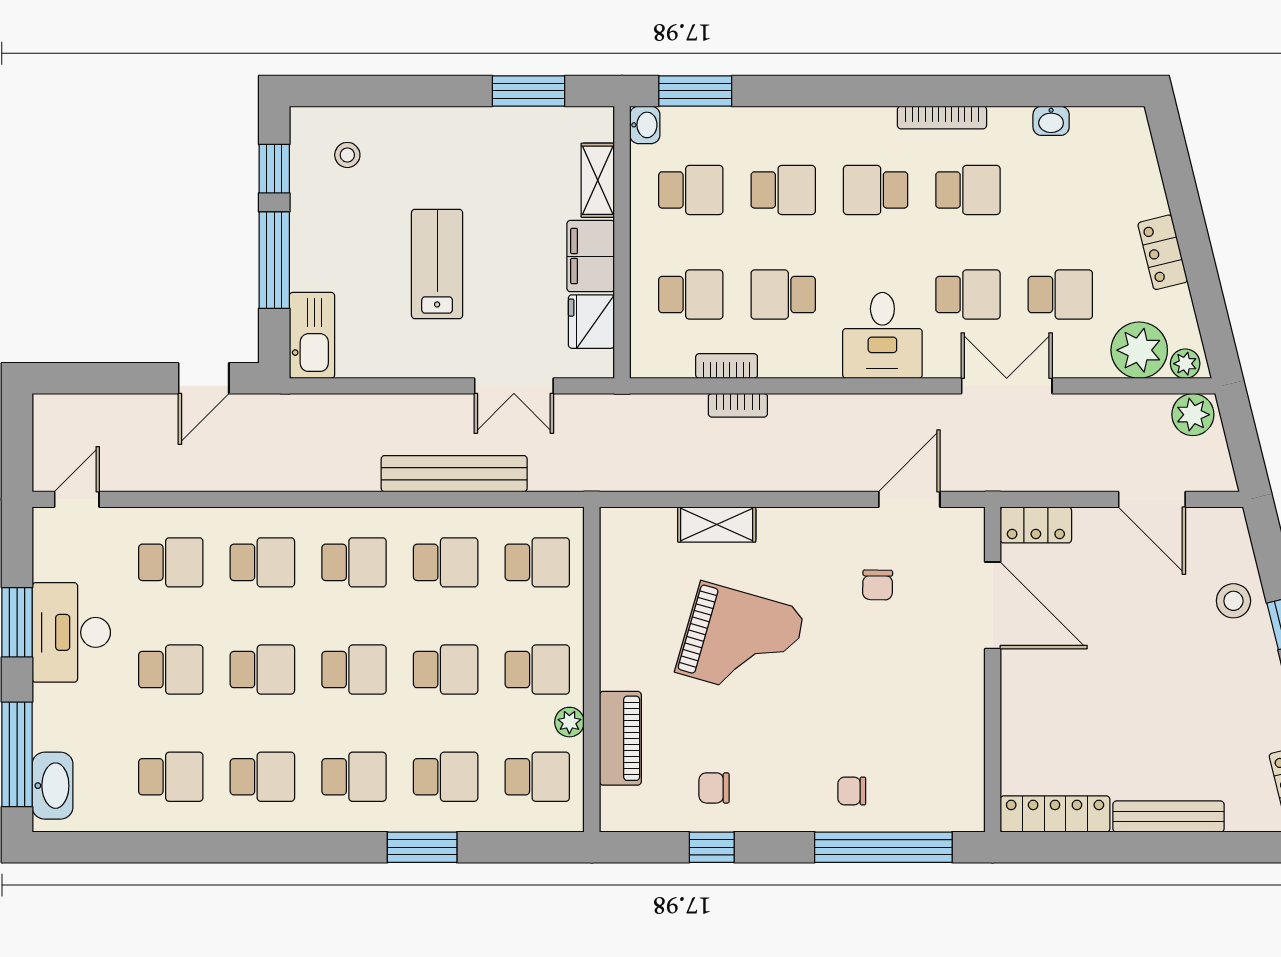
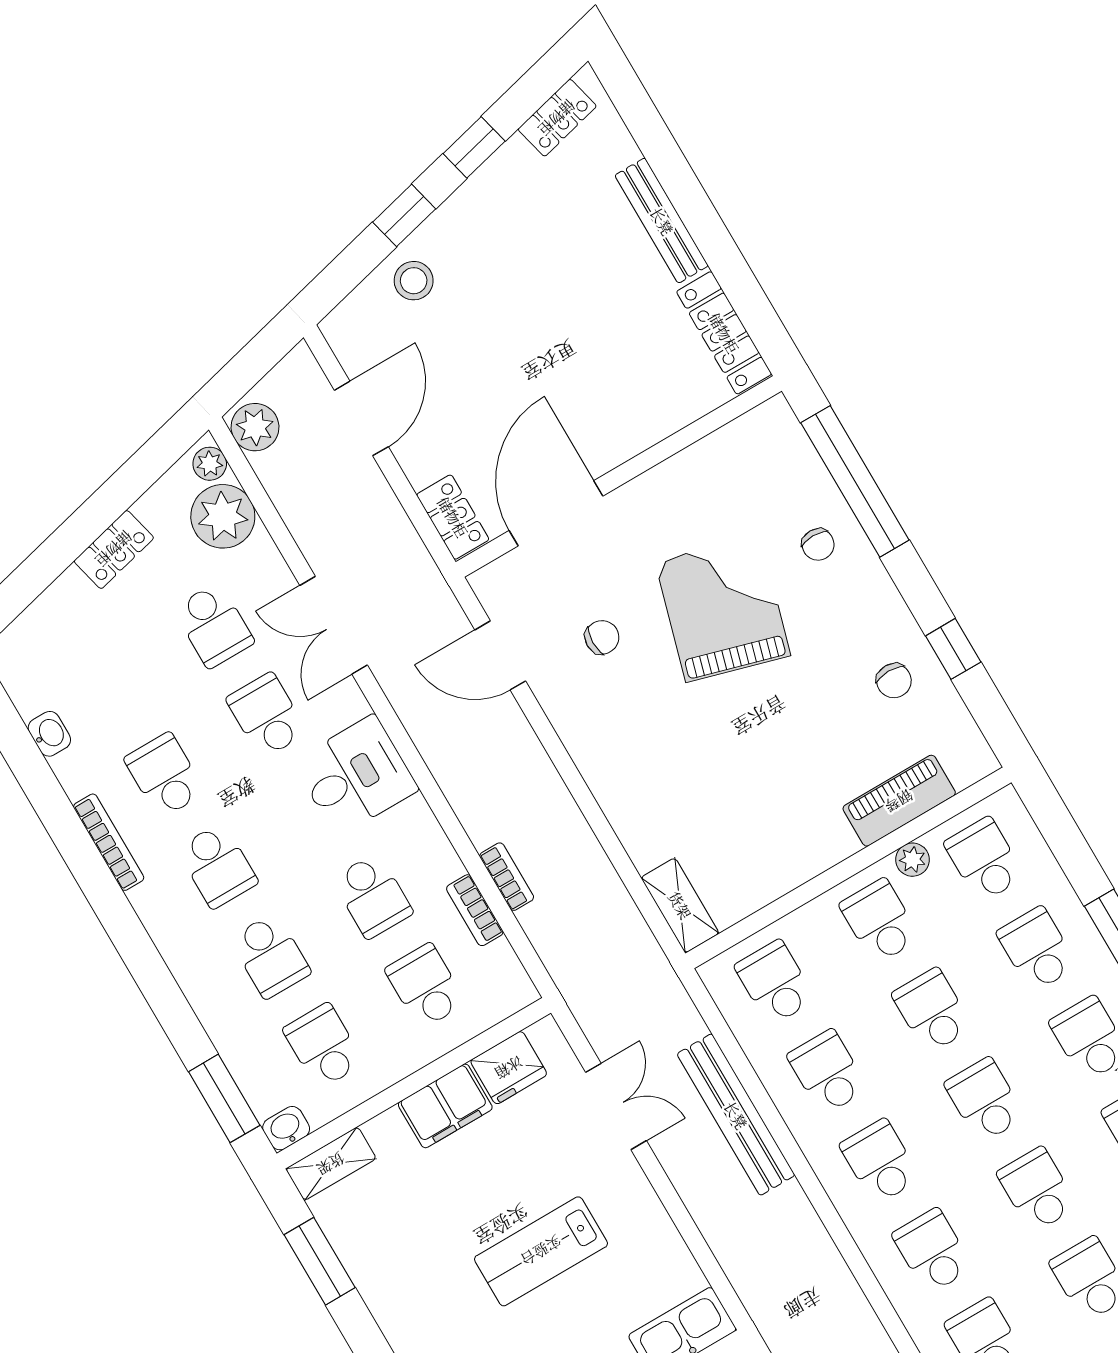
shelving: (598, 180) -> (331, 1164), moved
school desk: (783, 190) -> (270, 956), turned 180
school desk: (1060, 295) -> (214, 625), turned 180
shelving: (717, 525) -> (680, 905), moved
grand piano: (741, 641) -> (723, 609), moved

